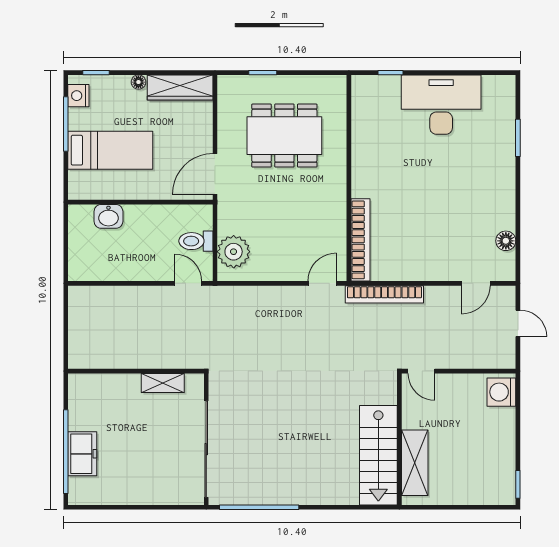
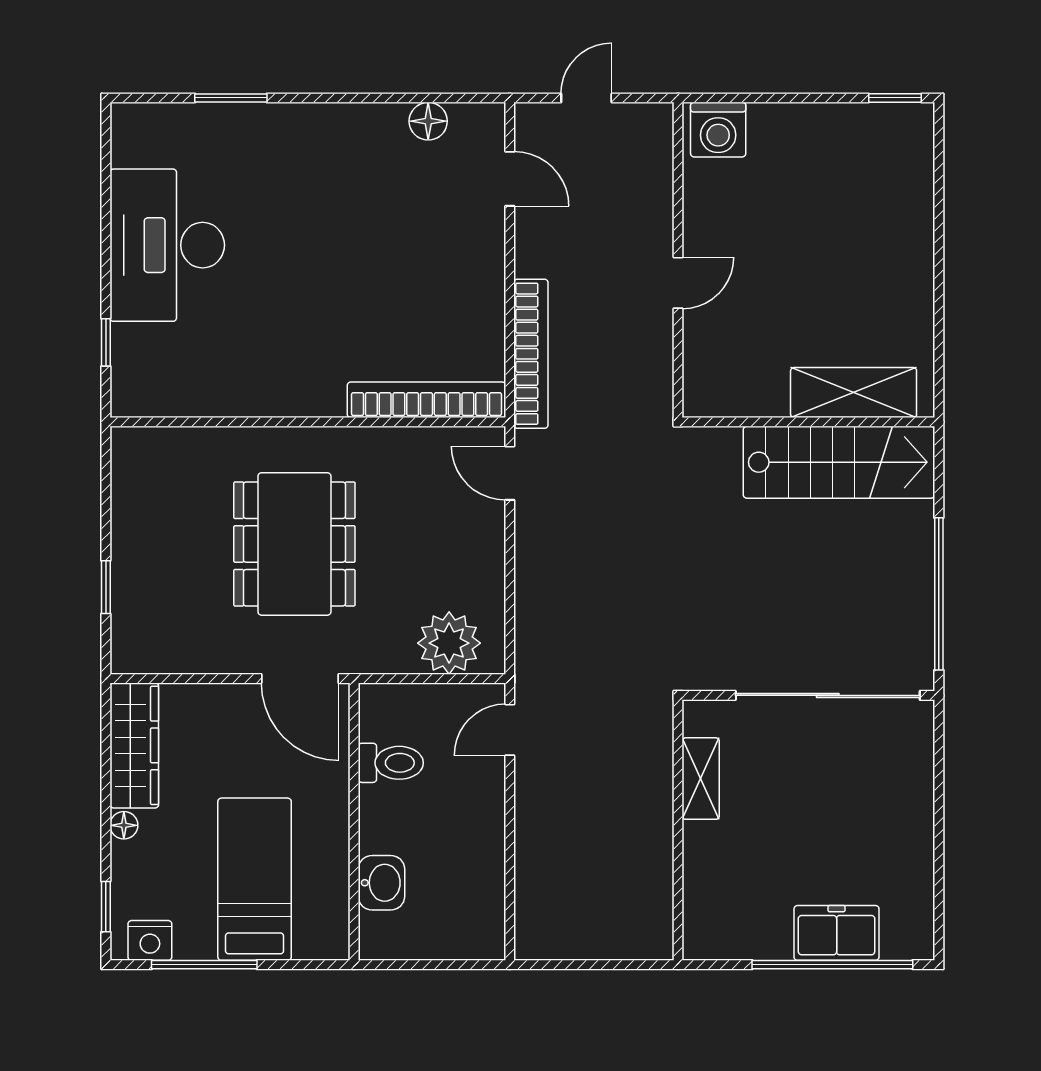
dining table: (284, 136) -> (294, 544), moved
toilet: (196, 241) -> (391, 763), moved, turned -90
wall: (399, 439) -> (808, 422), moved
stairs: (378, 455) -> (839, 462), moved
shelving: (415, 463) -> (854, 393), moved

